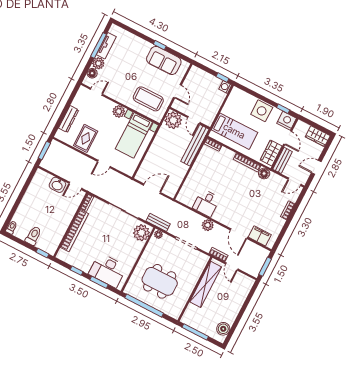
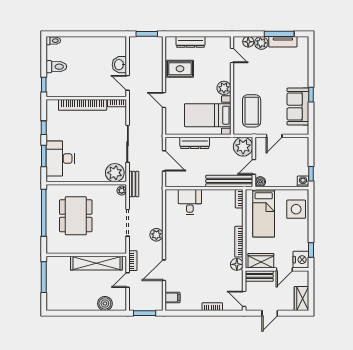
side table: (262, 111) -> (296, 209), moved
boiler: (208, 121) -> (260, 182), added
dresser: (150, 157) -> (195, 143), added
door: (316, 167) -> (270, 313), swing flipped
desk: (206, 203) -> (190, 202), moved, turned 90
filing cabinet: (260, 236) -> (172, 298), width x0.50
boiler: (223, 329) -> (105, 303), moved

